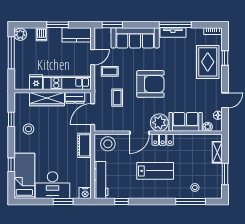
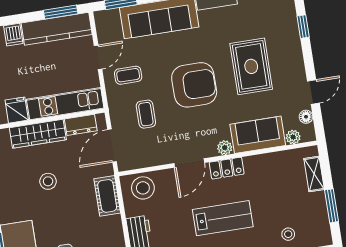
window: (57, 25) -> (61, 12), moved
kitchen counter: (77, 35) -> (57, 29), width x1.50
rug: (208, 62) -> (251, 66), moved
plant: (159, 123) -> (225, 148), width x0.53, depth x0.53
stool: (28, 129) -> (48, 181), moved

